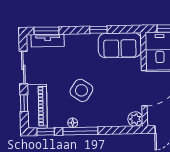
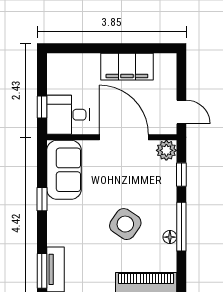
window: (46, 132) -> (181, 175), moved

